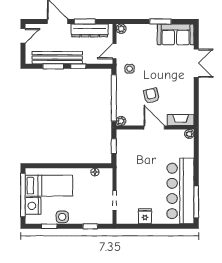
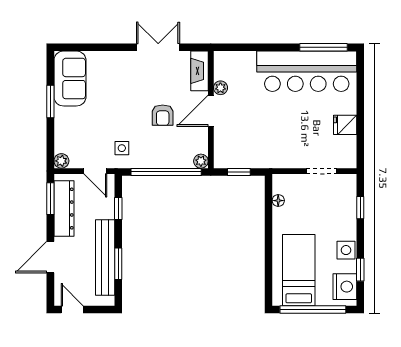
window: (85, 21) -> (50, 199), moved
double door: (196, 63) -> (158, 47), moved
window: (78, 66) -> (118, 209), moved
armchair: (151, 96) -> (163, 115), turned -77
plant: (189, 134) -> (220, 88), moved
nightstand: (33, 206) -> (345, 287), moved, turned -90

